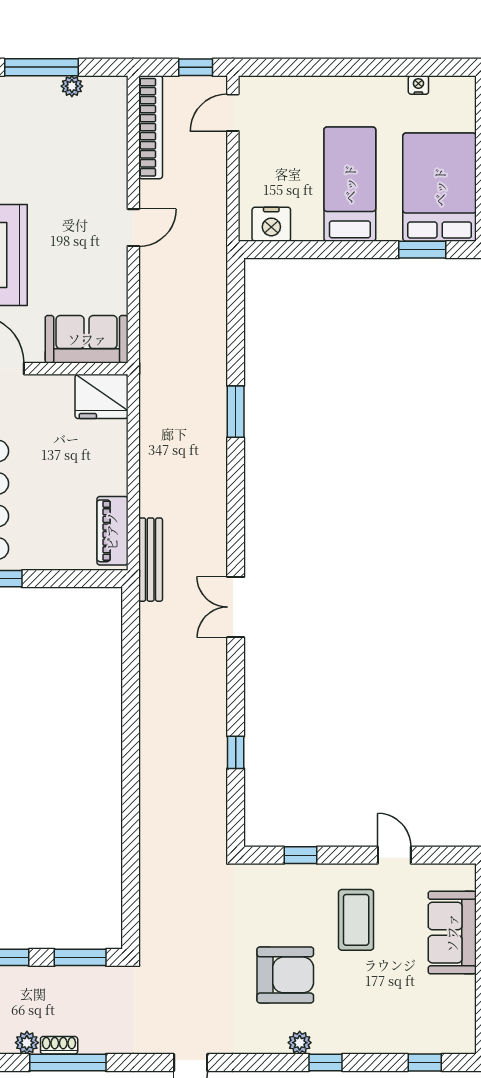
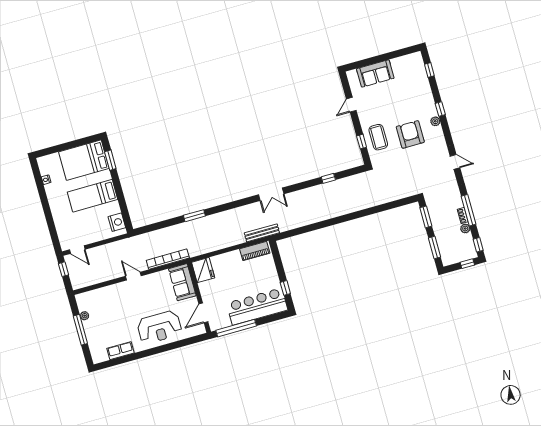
bookcase: (151, 127) -> (168, 259), moved
coffee table: (356, 920) -> (378, 137), moved, turned 90

